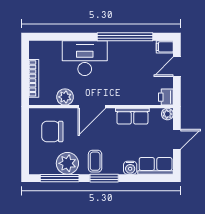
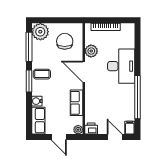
plant: (67, 163) -> (40, 32), moved

